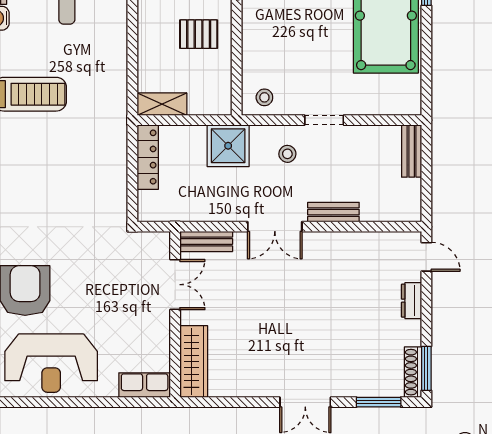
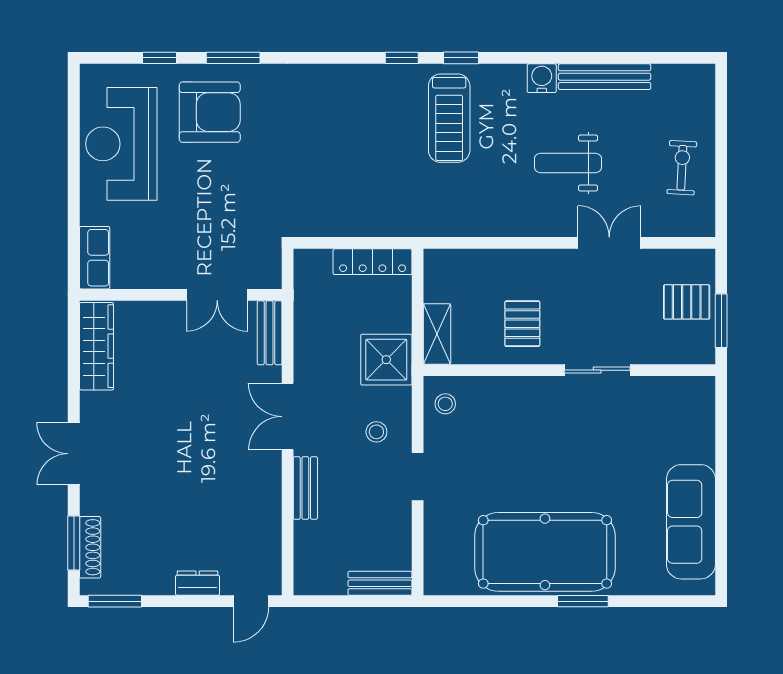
shelving: (162, 104) -> (437, 334), moved
wardrobe: (194, 361) -> (96, 346), moved, turned -90
shoe rack: (413, 372) -> (90, 547), moved, turned 90

